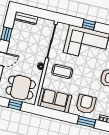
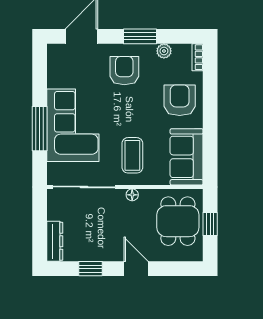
window: (89, 25) -> (40, 129), width x2.17
armchair: (86, 104) -> (180, 100), turned 90
window: (86, 122) -> (210, 92), removed

